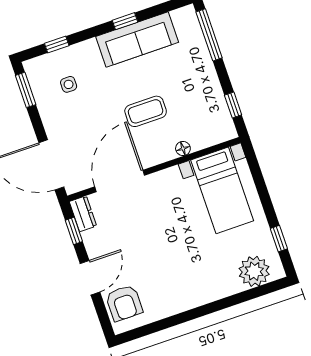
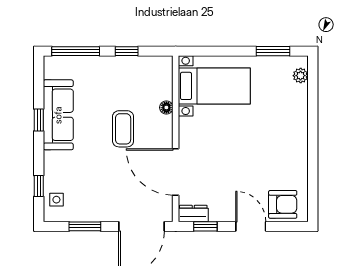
side table: (69, 84) -> (56, 200), moved
window: (26, 90) -> (85, 226), moved
window: (233, 105) -> (127, 51), moved
window: (279, 239) -> (273, 51), width x1.50
plant: (254, 271) -> (301, 76), width x0.53, depth x0.53

